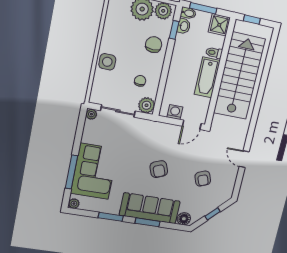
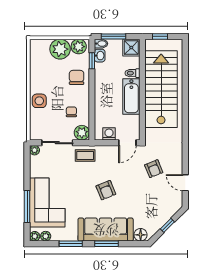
coffee table: (145, 130) -> (85, 155), added
door: (244, 159) -> (185, 183), moved
armchair: (203, 179) -> (154, 169), moved
plant: (86, 205) -> (46, 236), added

